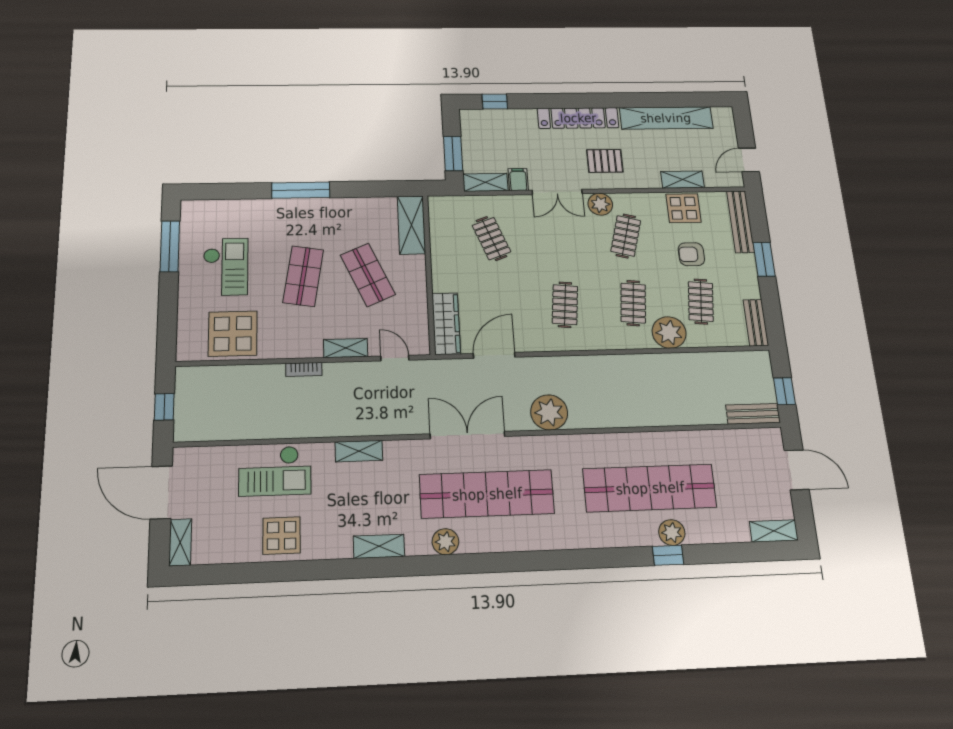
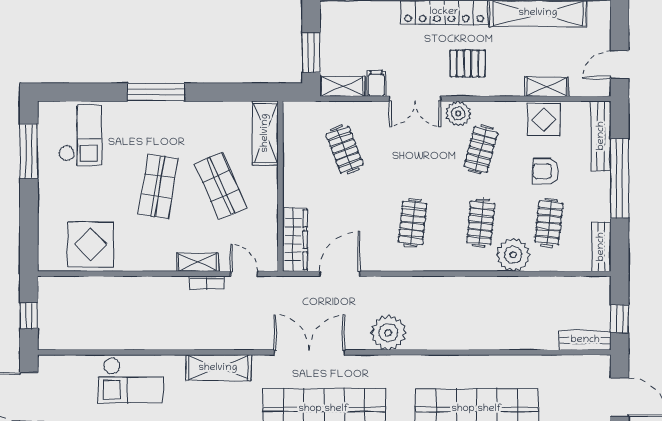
window: (764, 259) -> (620, 178), width x2.11
checkout: (226, 267) -> (80, 135), moved
bookcase: (304, 369) -> (207, 283), moved
shelving: (359, 451) -> (218, 368), width x1.50, depth x1.33

